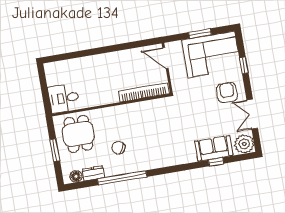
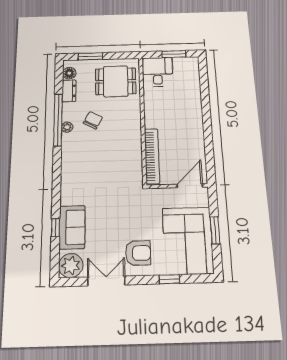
window: (44, 86) -> (174, 54), added
window: (55, 150) -> (90, 56), moved
plant: (128, 169) -> (67, 127), added

